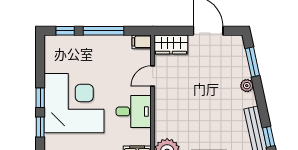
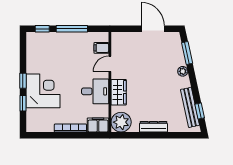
filing cabinet: (142, 42) -> (101, 48), moved
wardrobe: (171, 44) -> (119, 92), moved, turned -90
corner desk: (74, 103) -> (43, 91), width x0.74, depth x0.74

